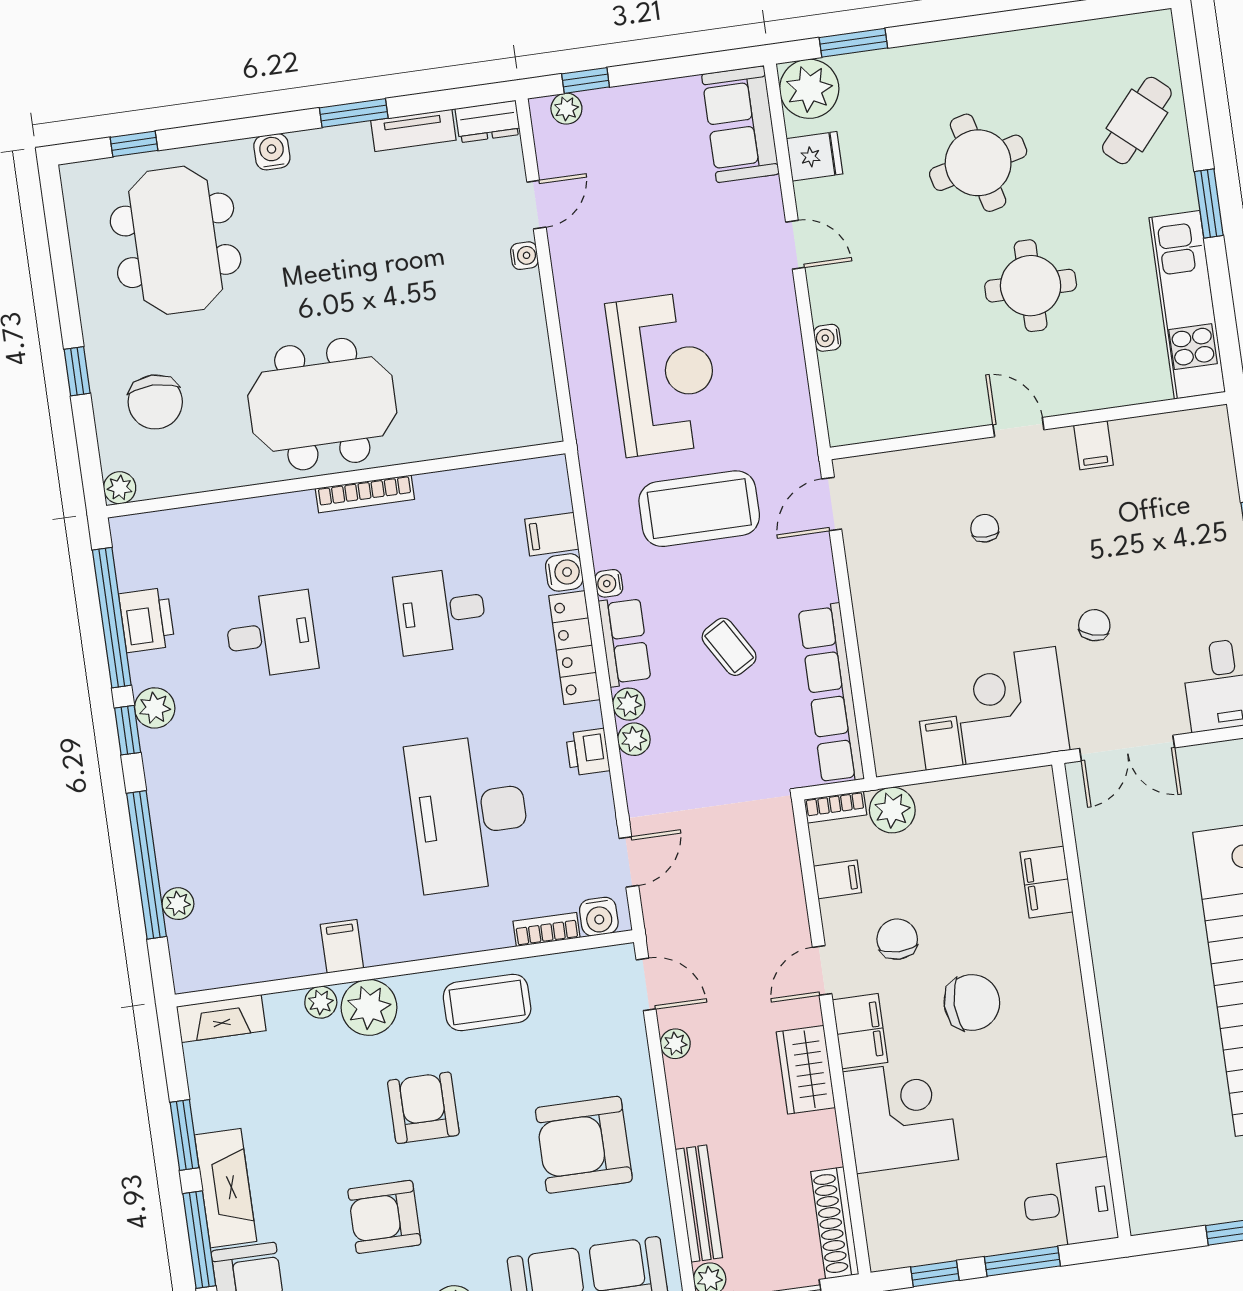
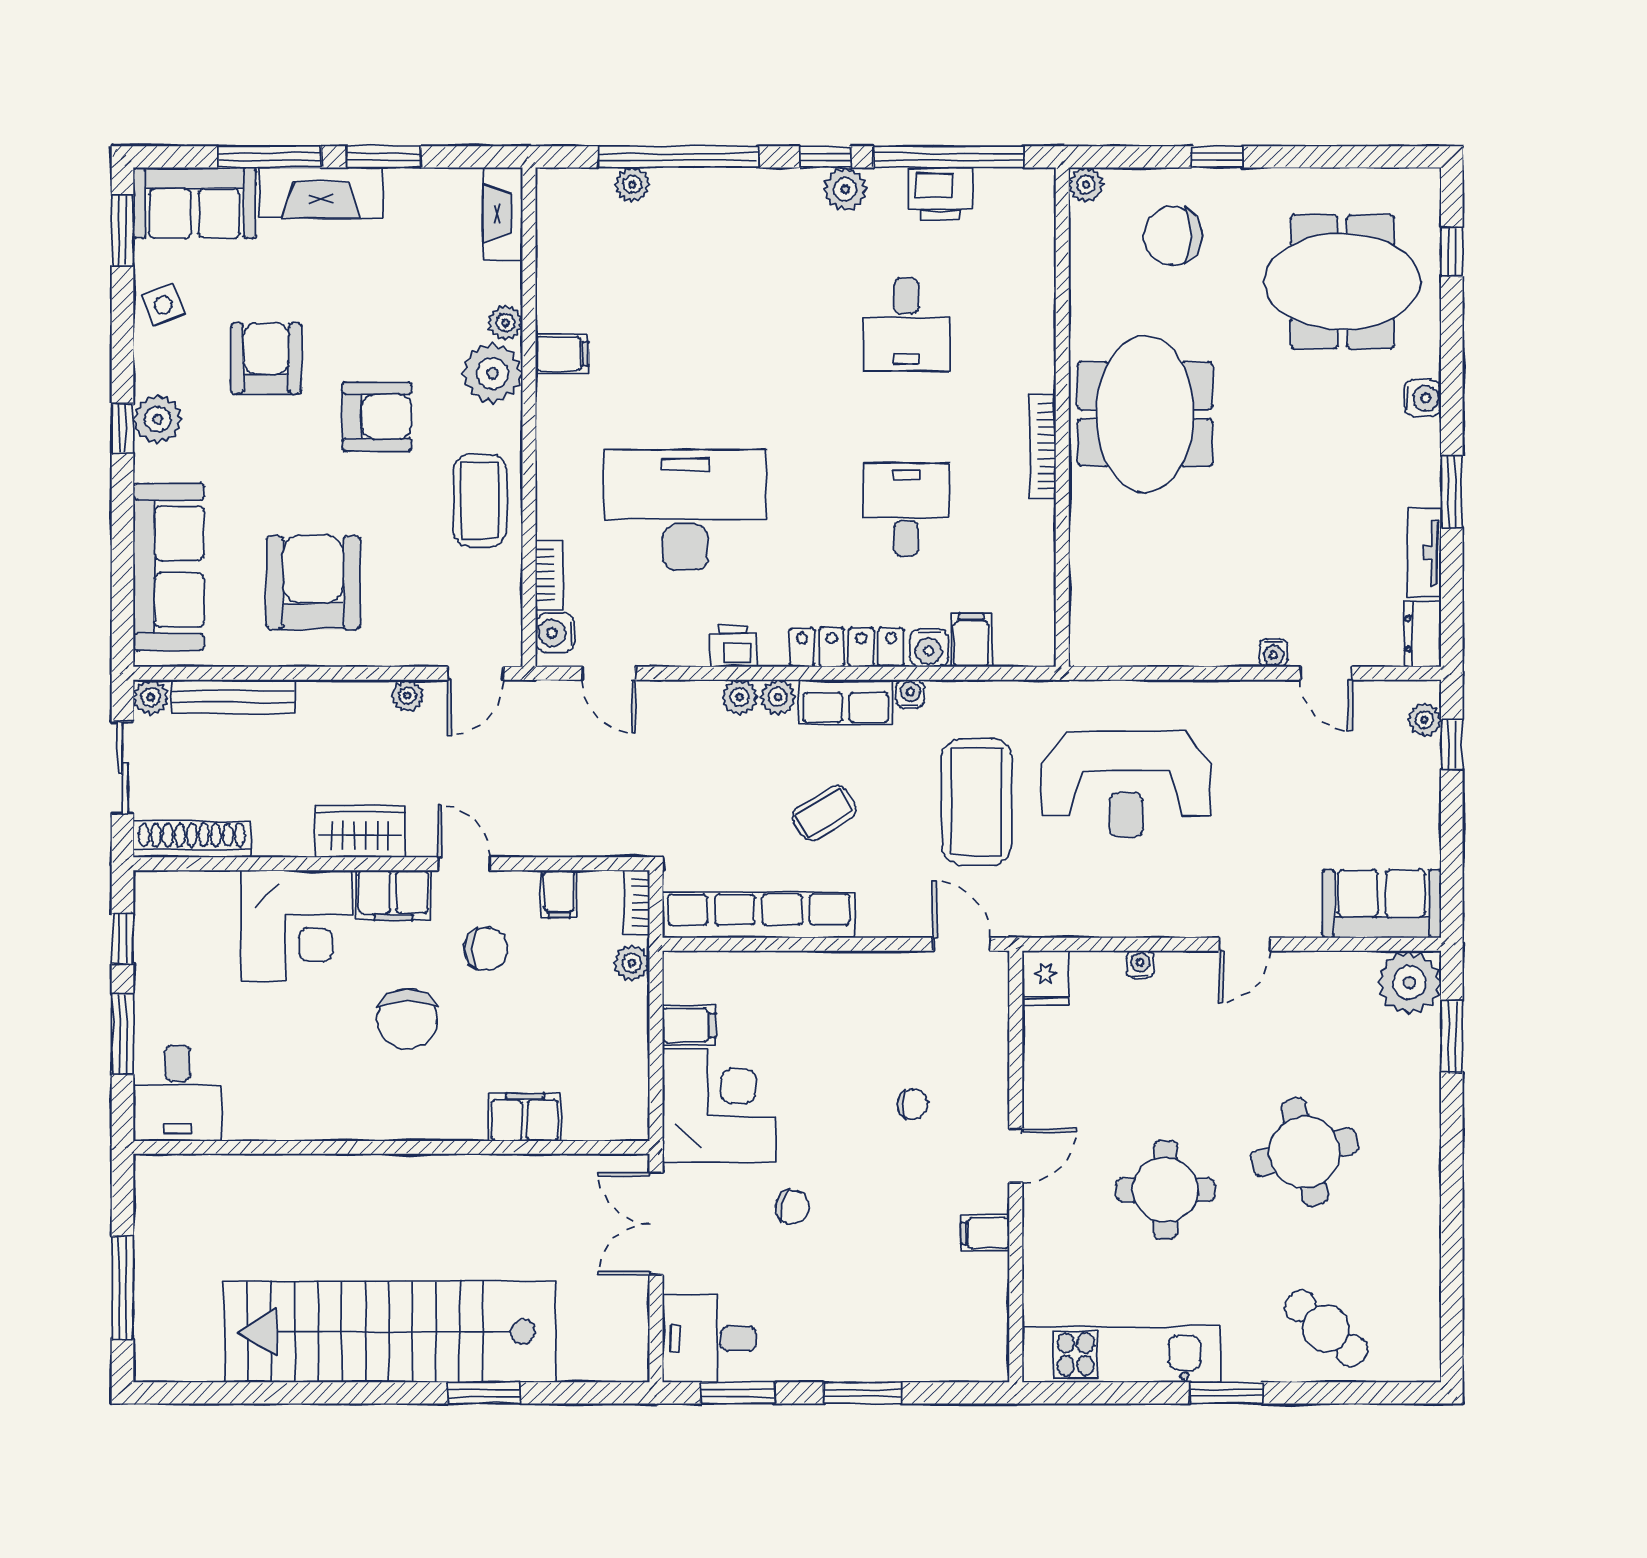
fridge: (815, 156) -> (1045, 978), moved
plant: (892, 810) -> (632, 963), width x0.73, depth x0.73

